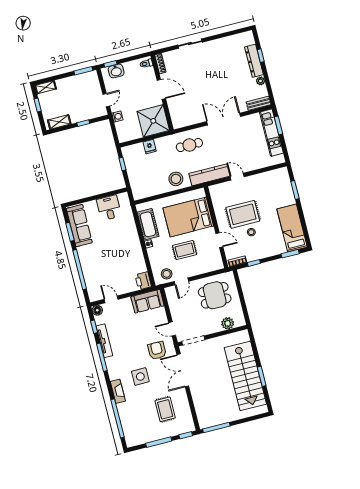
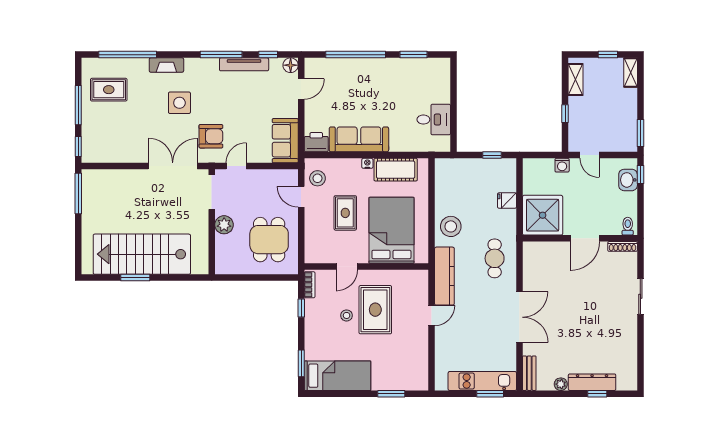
sofa: (79, 226) -> (359, 139), moved, turned 180
plant: (228, 323) -> (224, 225), moved
rug: (165, 409) -> (109, 90), moved

